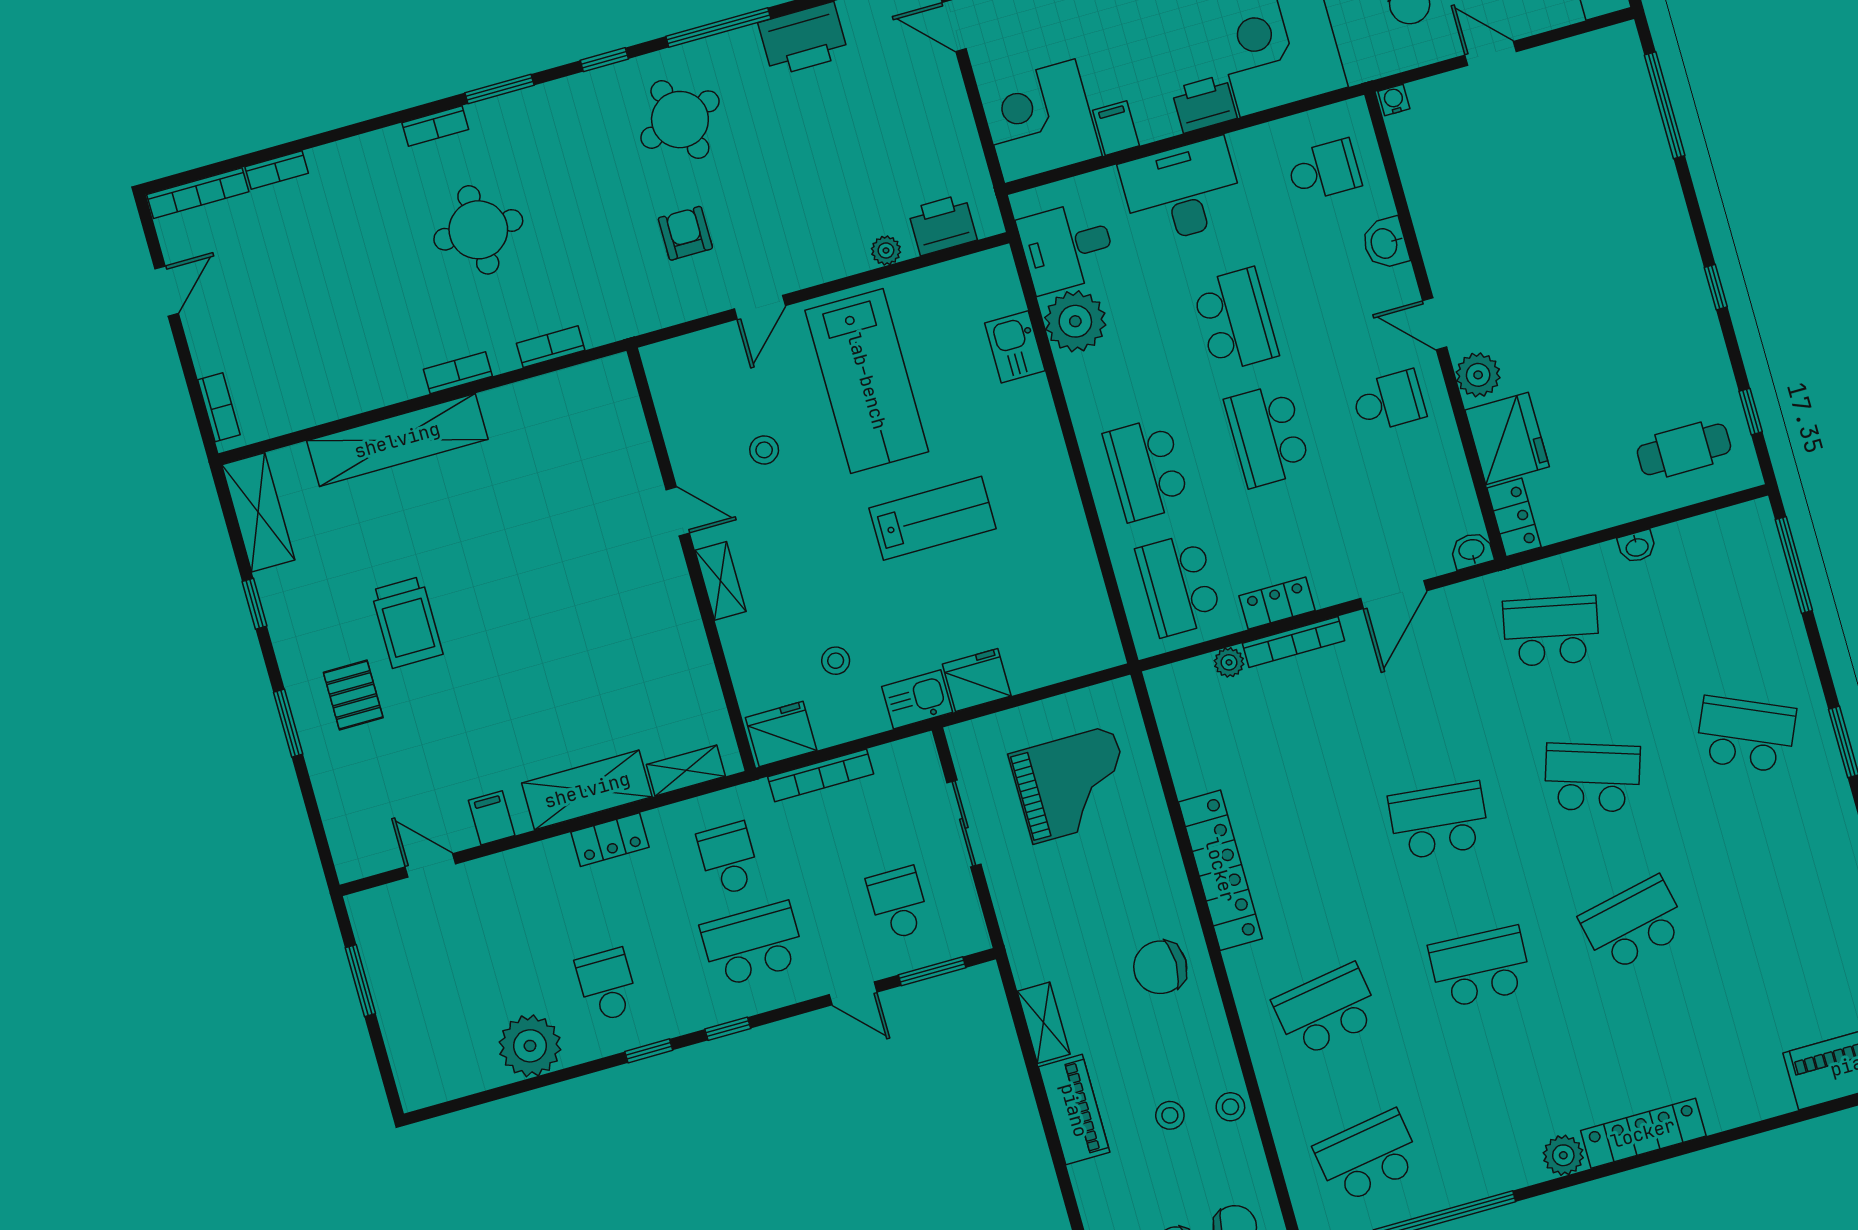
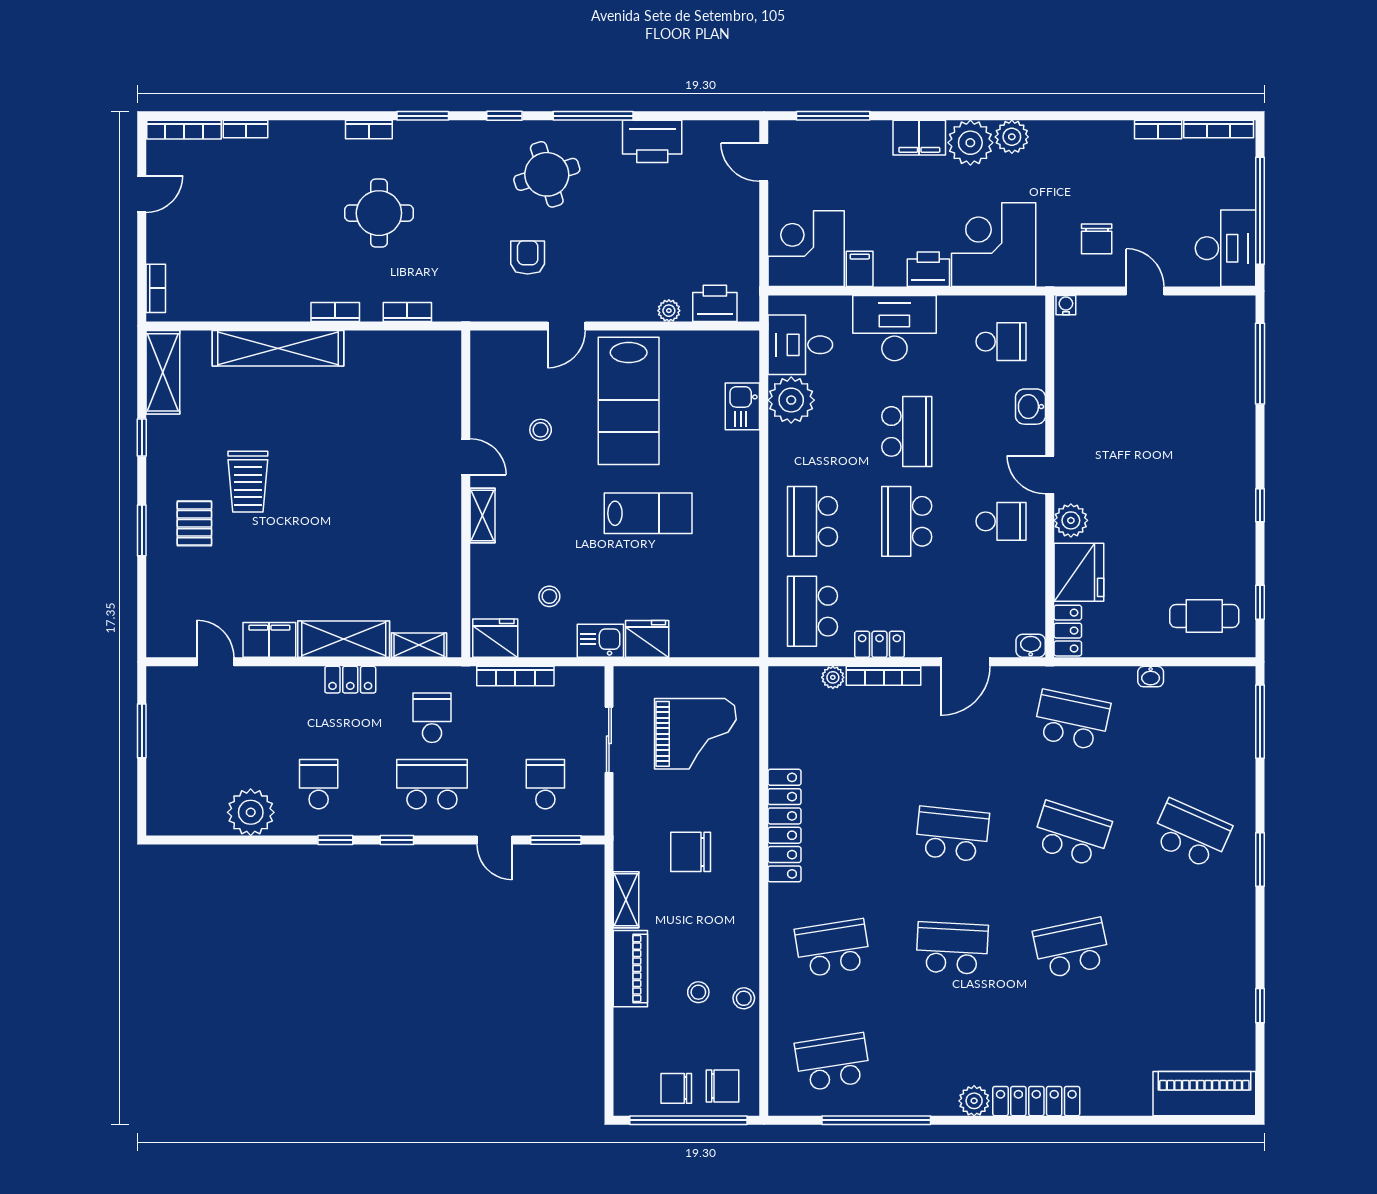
filing cabinet: (492, 818) -> (269, 640), width x2.00
chair: (1160, 967) -> (691, 852), moved

